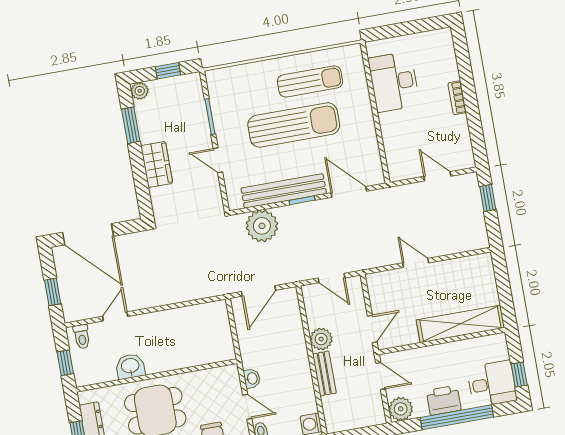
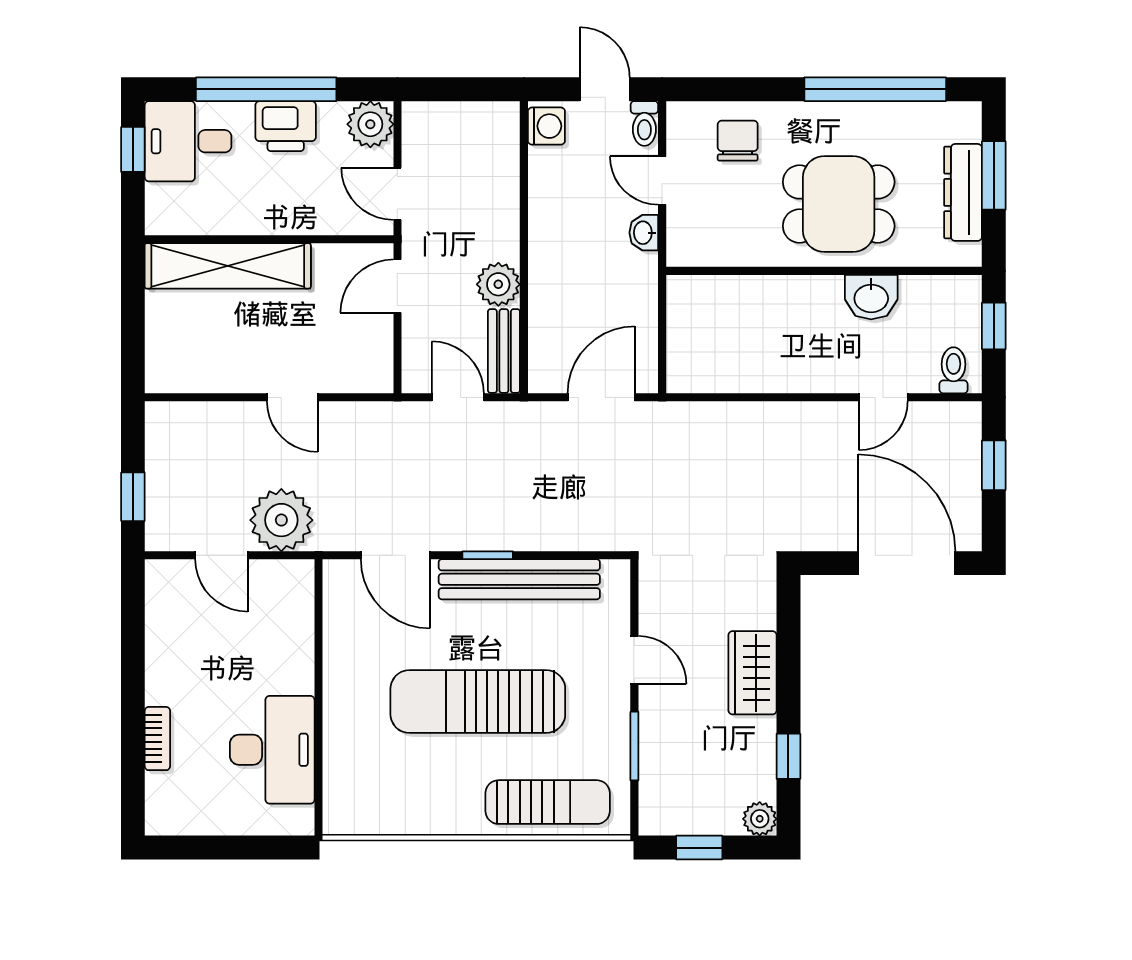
sun lounger: (310, 81) -> (548, 802), moved, turned 180
bookcase: (457, 98) -> (157, 739), moved
window: (131, 125) -> (788, 756), width x0.67
plant: (262, 226) -> (281, 520), moved
bench: (324, 373) -> (504, 351), moved

